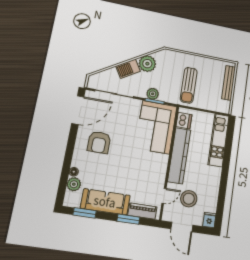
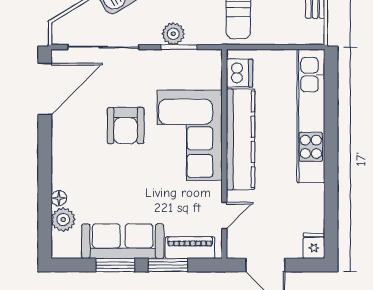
corner sofa: (156, 127) -> (190, 135), moved
kitchen unit: (219, 140) -> (311, 116), width x1.36
armchair: (99, 142) -> (126, 126), moved
stool: (189, 199) -> (270, 214), removed
window: (85, 213) -> (115, 265), moved

